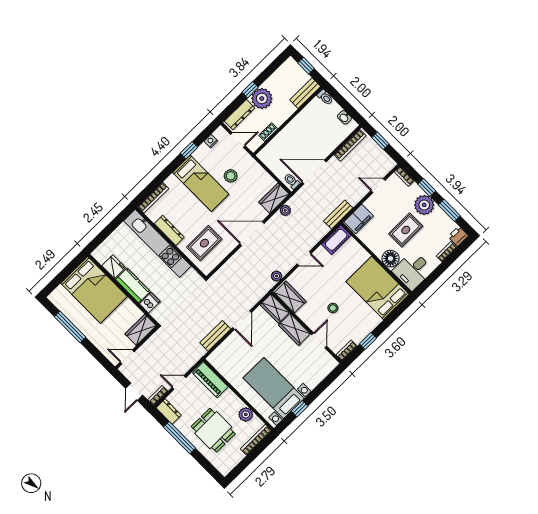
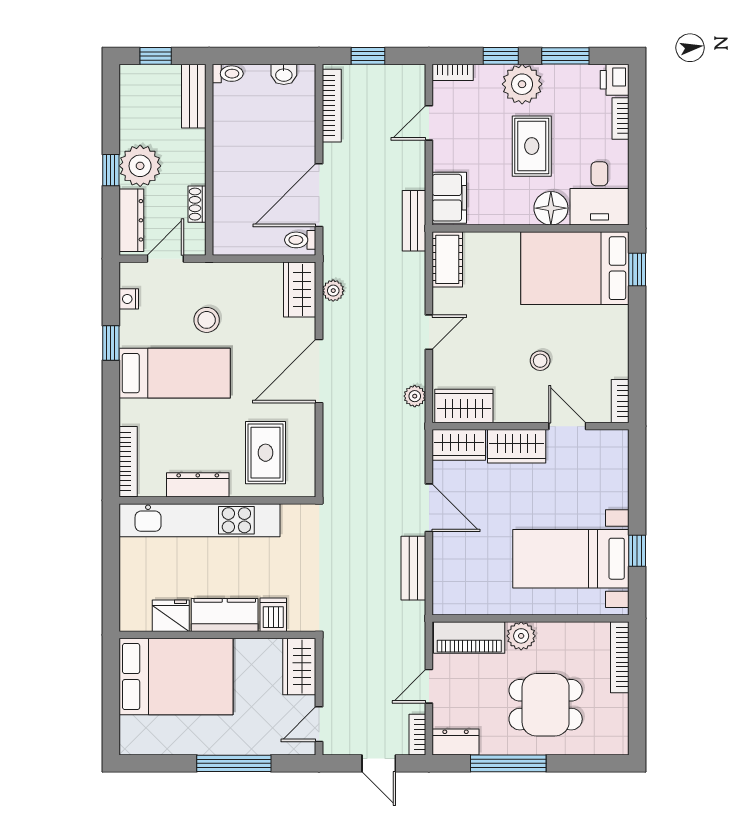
window: (70, 327) -> (234, 763), moved
window: (368, 341) -> (637, 269), moved
plant: (246, 414) -> (521, 636), moved

